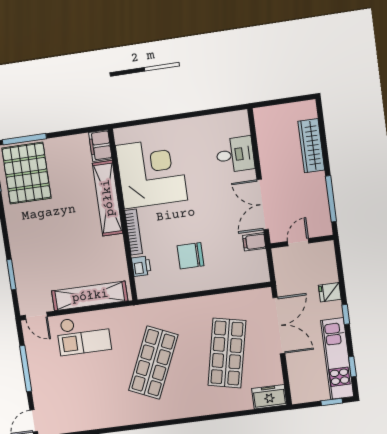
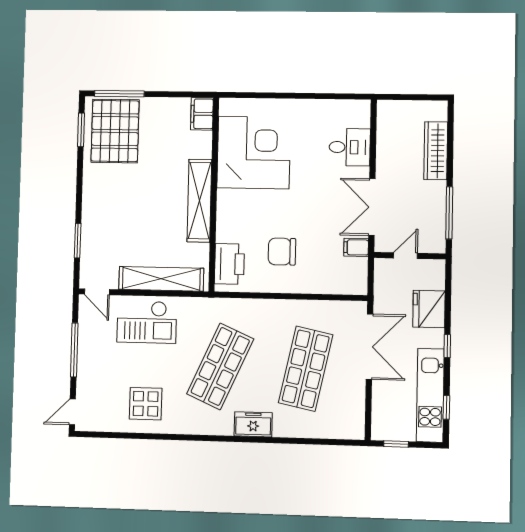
shelving: (108, 198) -> (199, 201), moved
bookcase: (134, 232) -> (223, 215), removed
printer: (141, 266) -> (229, 264), width x1.87, depth x1.48
fridge: (330, 292) -> (429, 309), width x1.88, depth x1.34
freezer: (269, 397) -> (253, 424), moved
window: (332, 402) -> (396, 444), moved
display table: (95, 404) -> (146, 404), added

